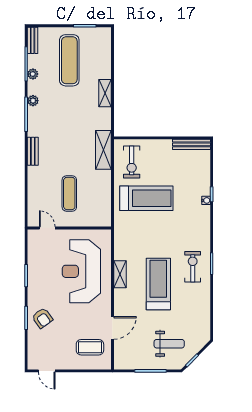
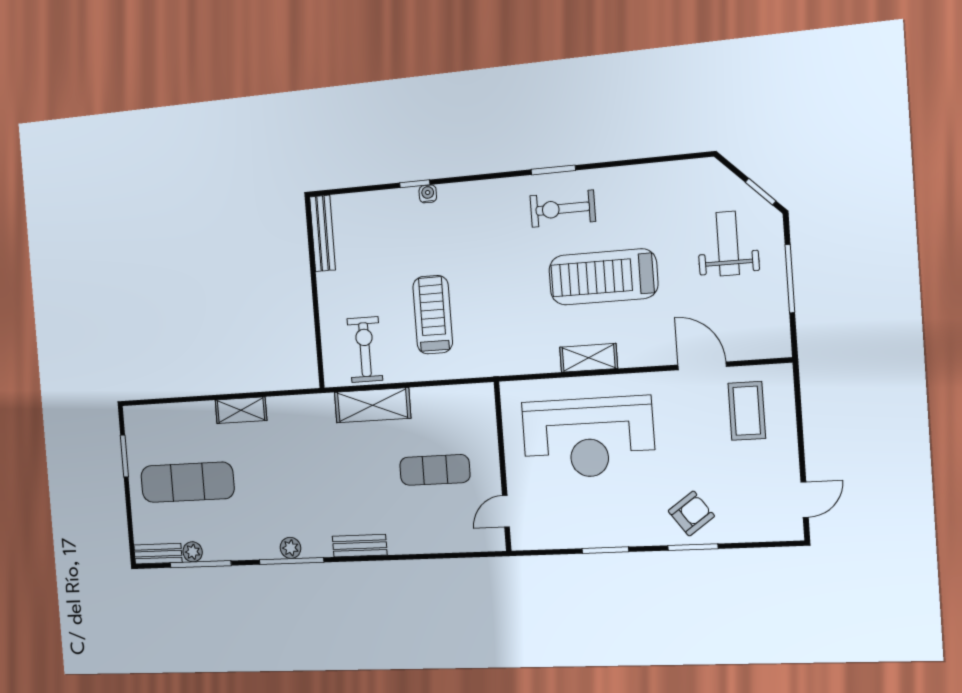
plant: (33, 74) -> (193, 552), moved
plant: (33, 101) -> (290, 548), moved
shelving: (103, 150) -> (372, 405), moved
exercise bike: (132, 162) -> (365, 350), turned -90
treadmill: (146, 198) -> (433, 315), width x0.73, depth x0.73

